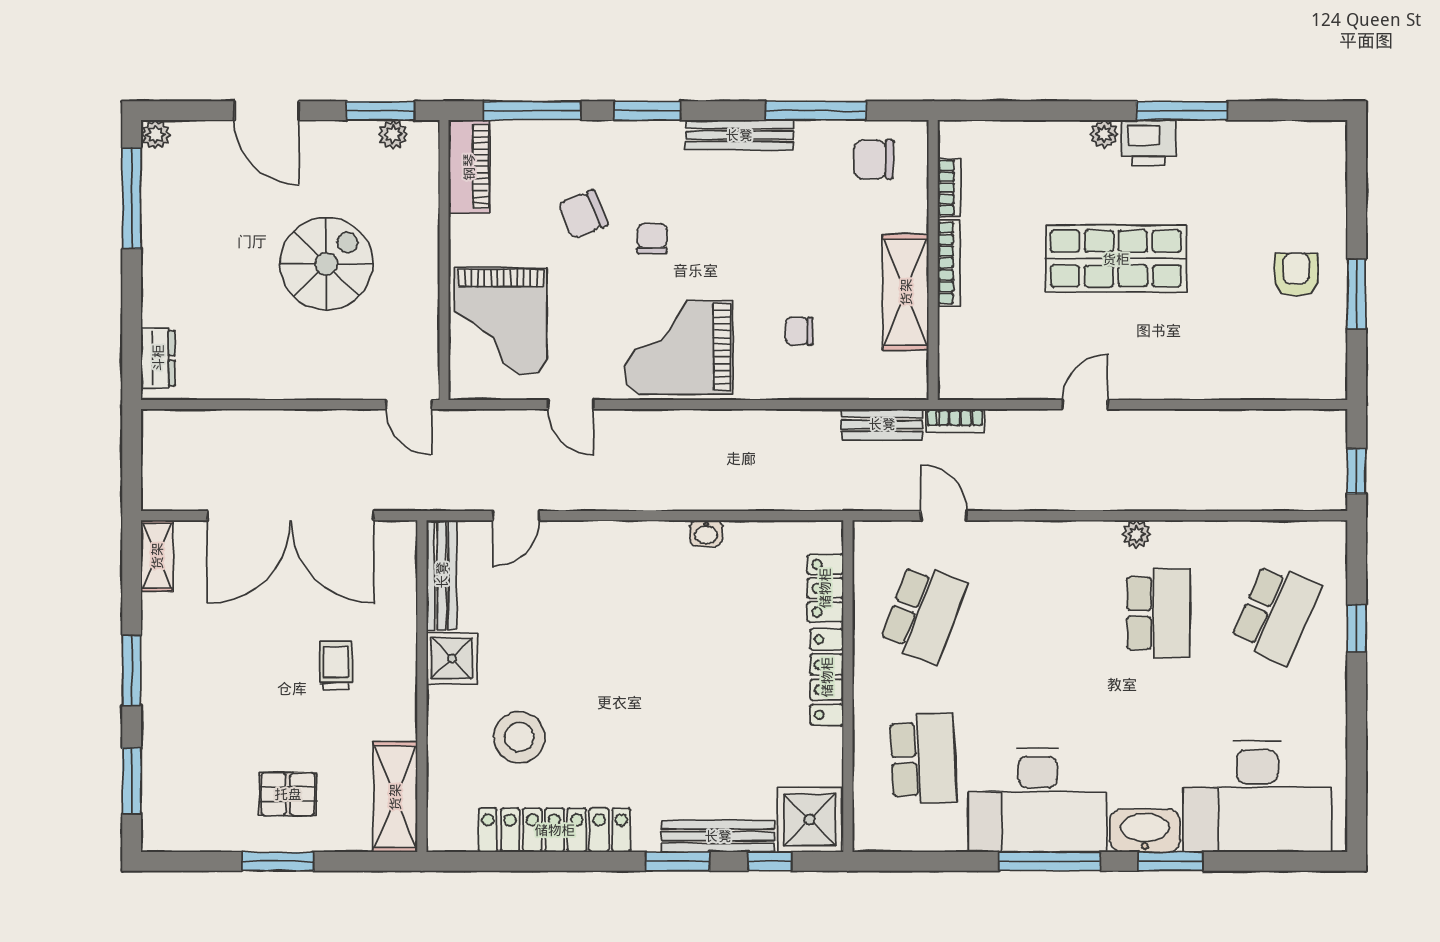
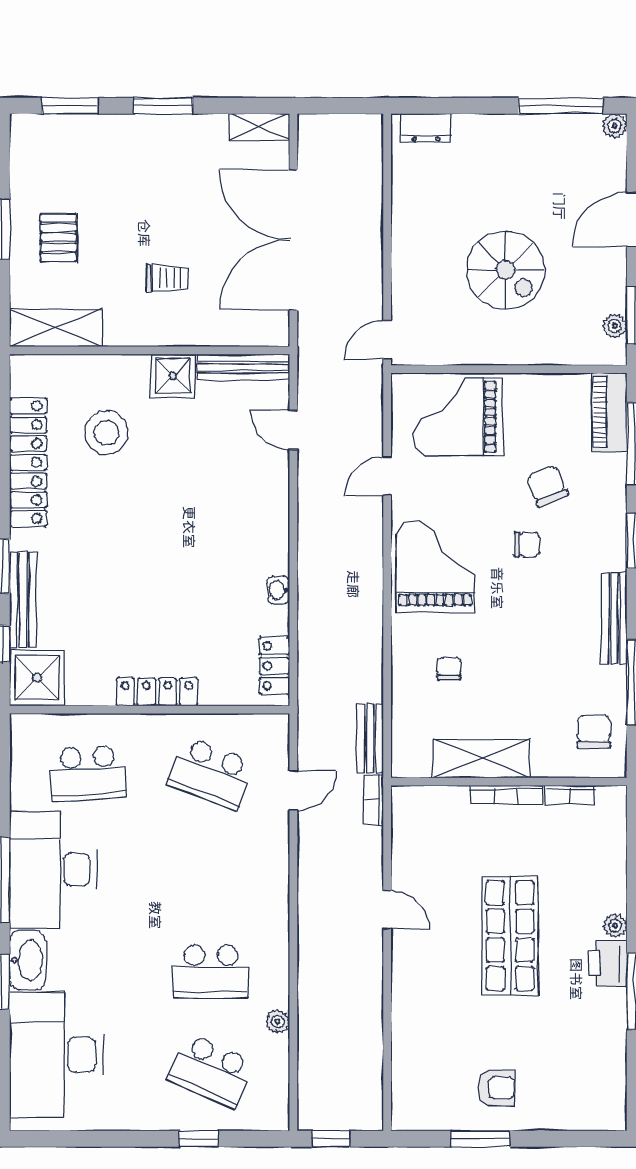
piano: (469, 167) -> (609, 412), moved, turned 90
plant: (1137, 534) -> (278, 1021), moved
locker: (825, 588) -> (274, 666), moved, turned -90

